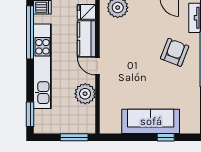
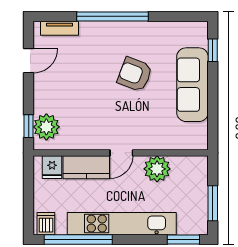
armchair: (175, 52) -> (135, 74), moved
window: (74, 137) -> (213, 203), moved
window: (166, 137) -> (213, 50), moved

